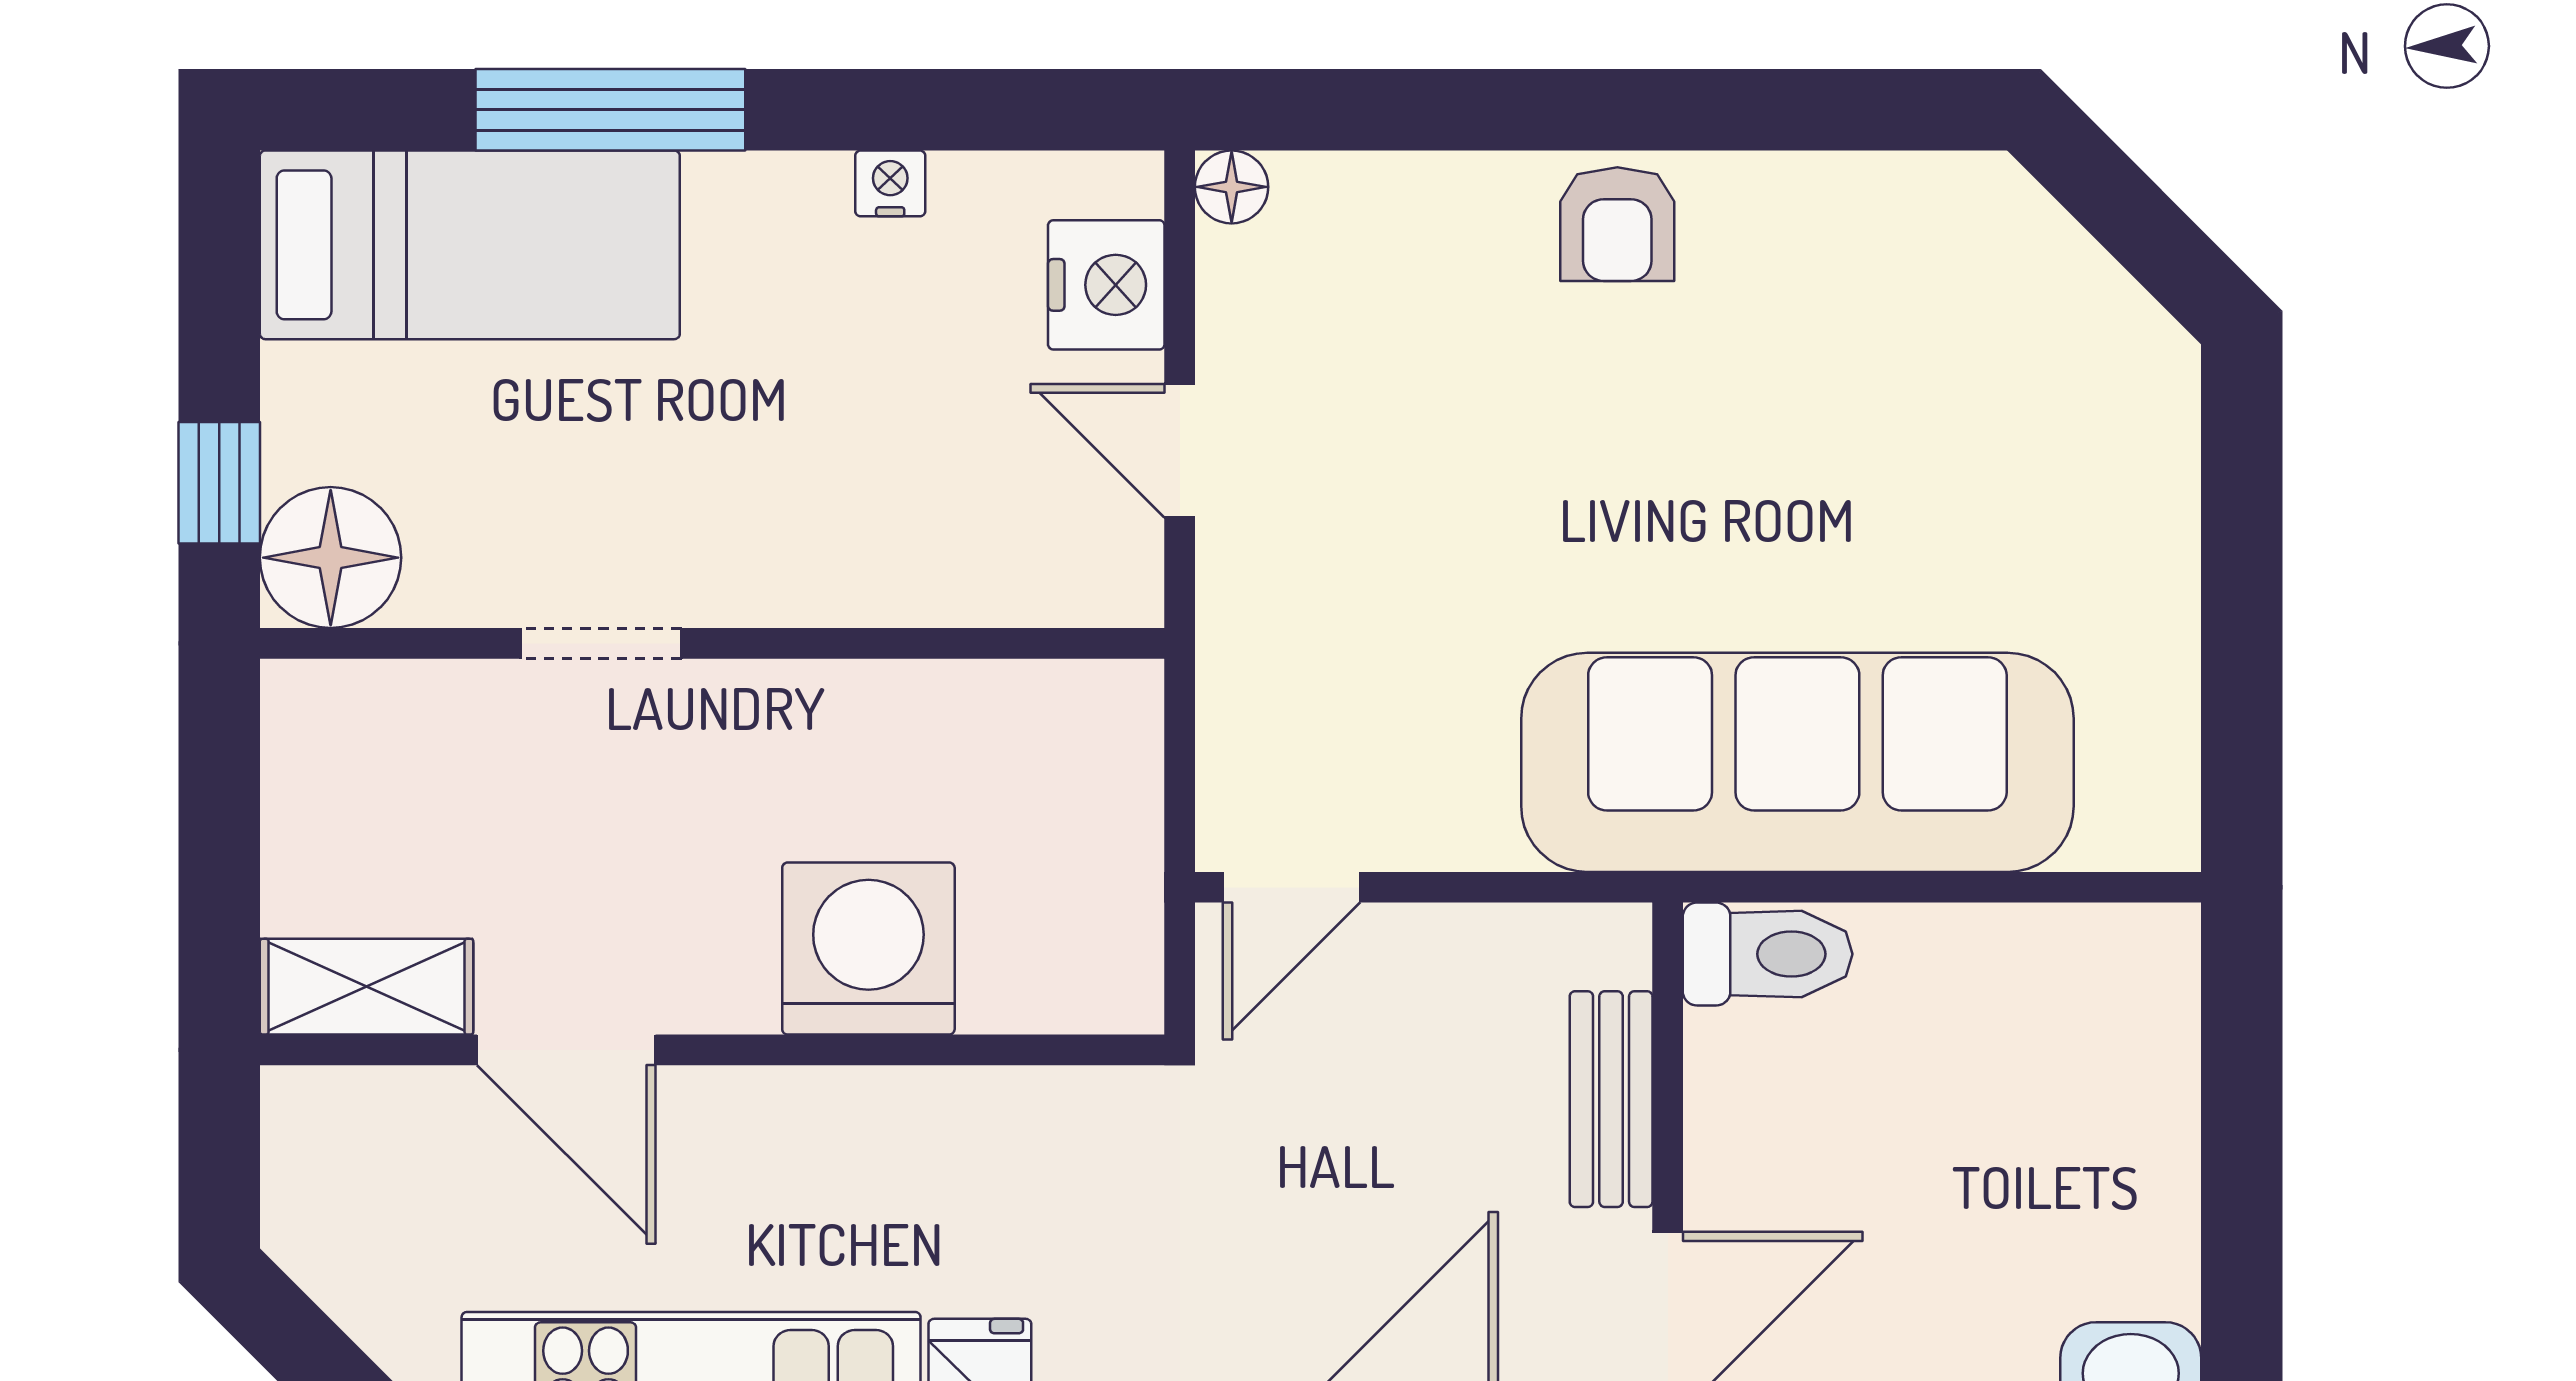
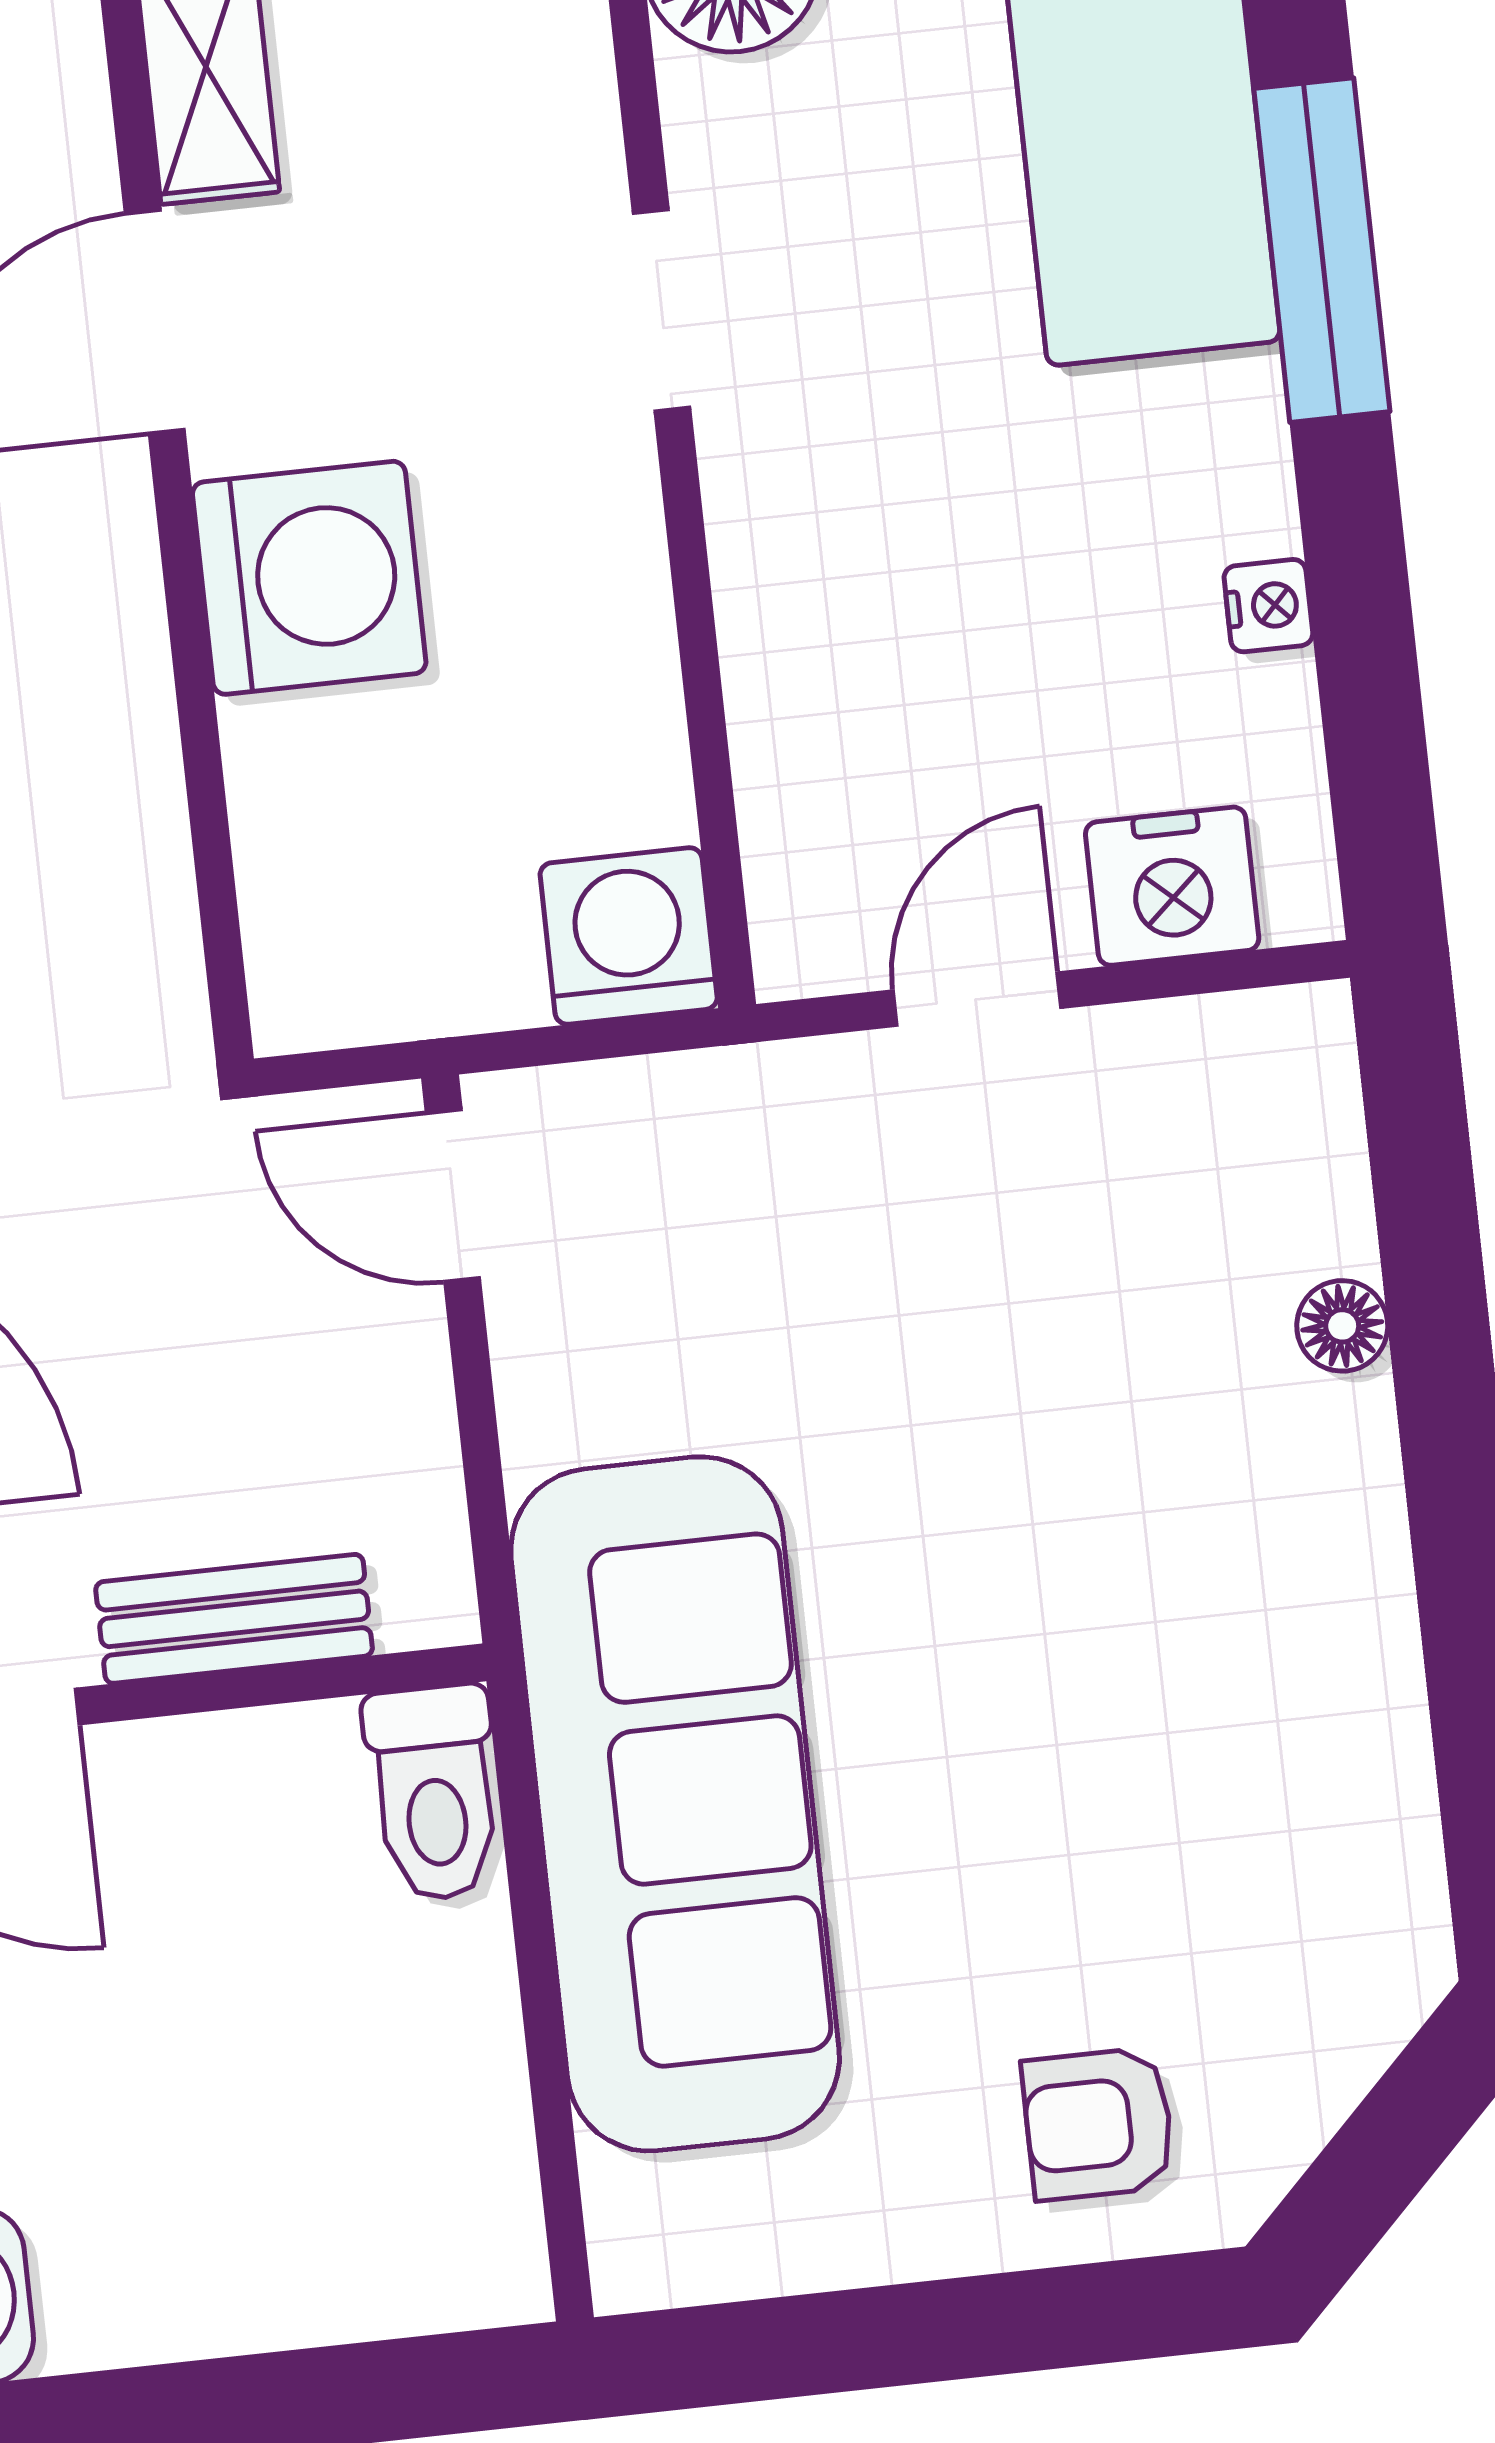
floor lamp: (1232, 187) -> (1342, 1326), moved
armchair: (1617, 224) -> (1098, 2124), moved
washing machine: (1099, 724) -> (629, 936), added
washing machine: (868, 949) -> (309, 578), moved

